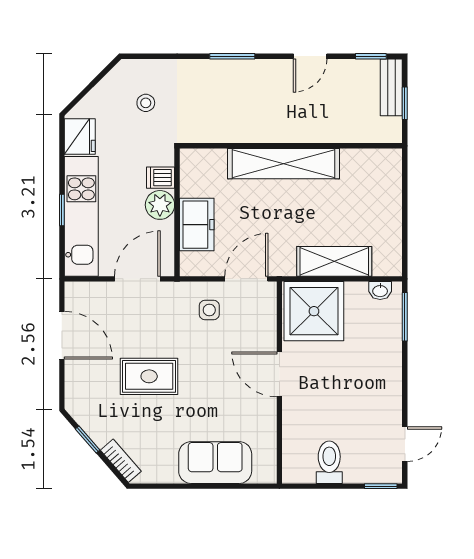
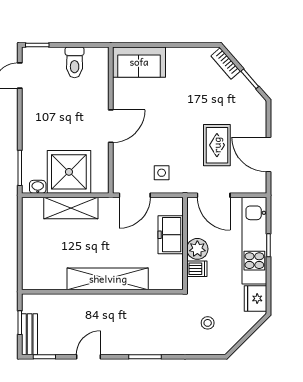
door: (137, 279) -> (214, 195), hinge flipped
shower: (314, 311) -> (69, 172), moved
door: (279, 374) -> (111, 126), hinge flipped
rug: (149, 376) -> (217, 145), moved, turned 90
sofa: (215, 463) -> (139, 62), moved

